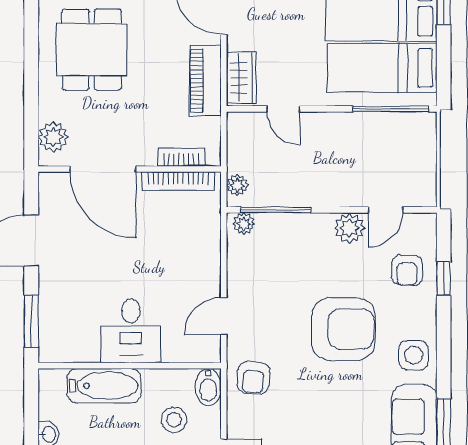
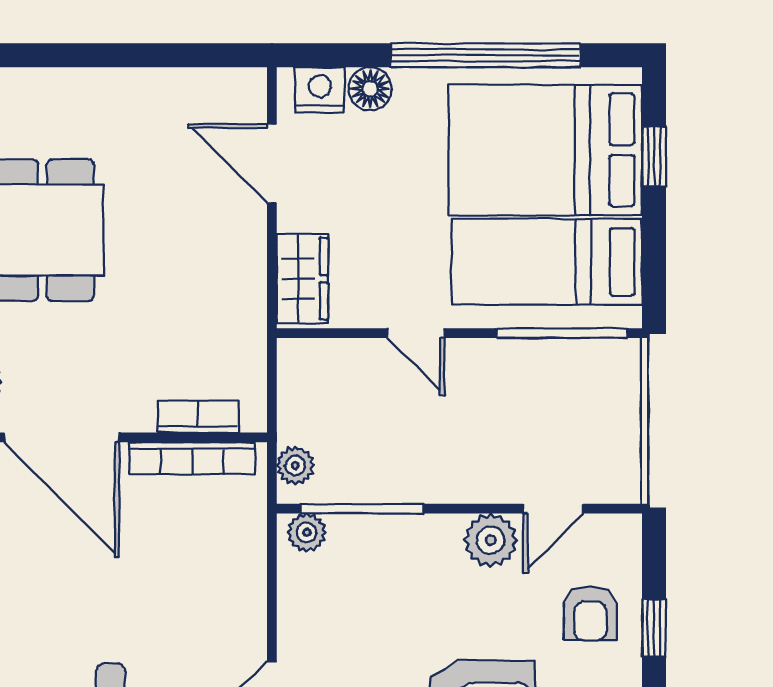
piano: (205, 81) -> (240, 284), removed
door: (283, 109) -> (416, 333), moved

